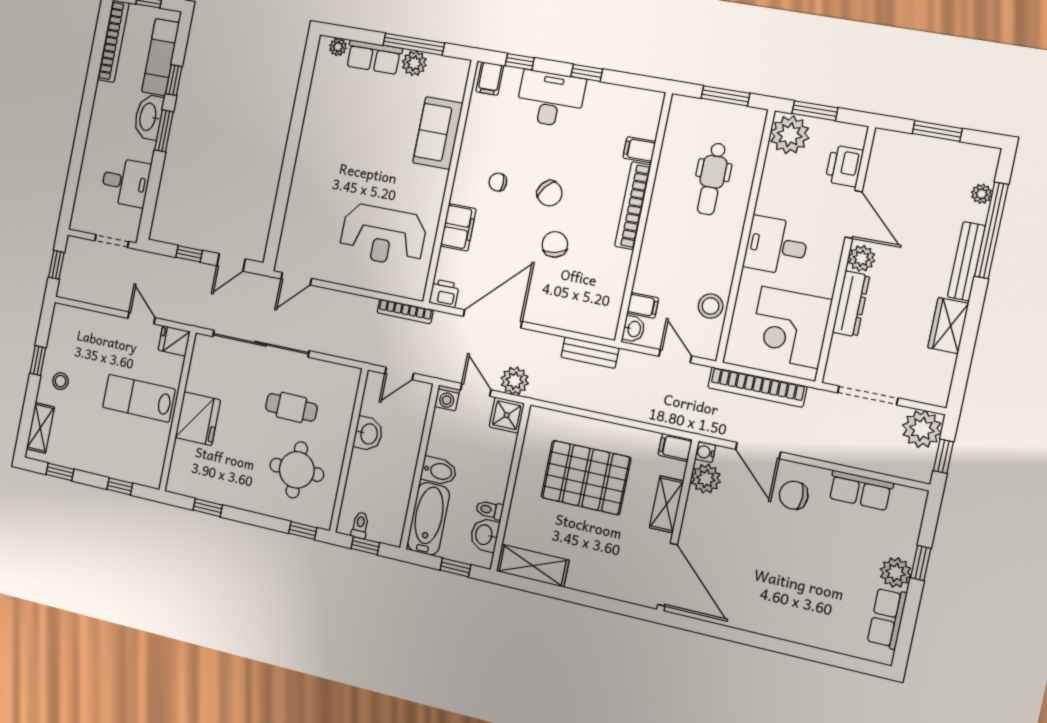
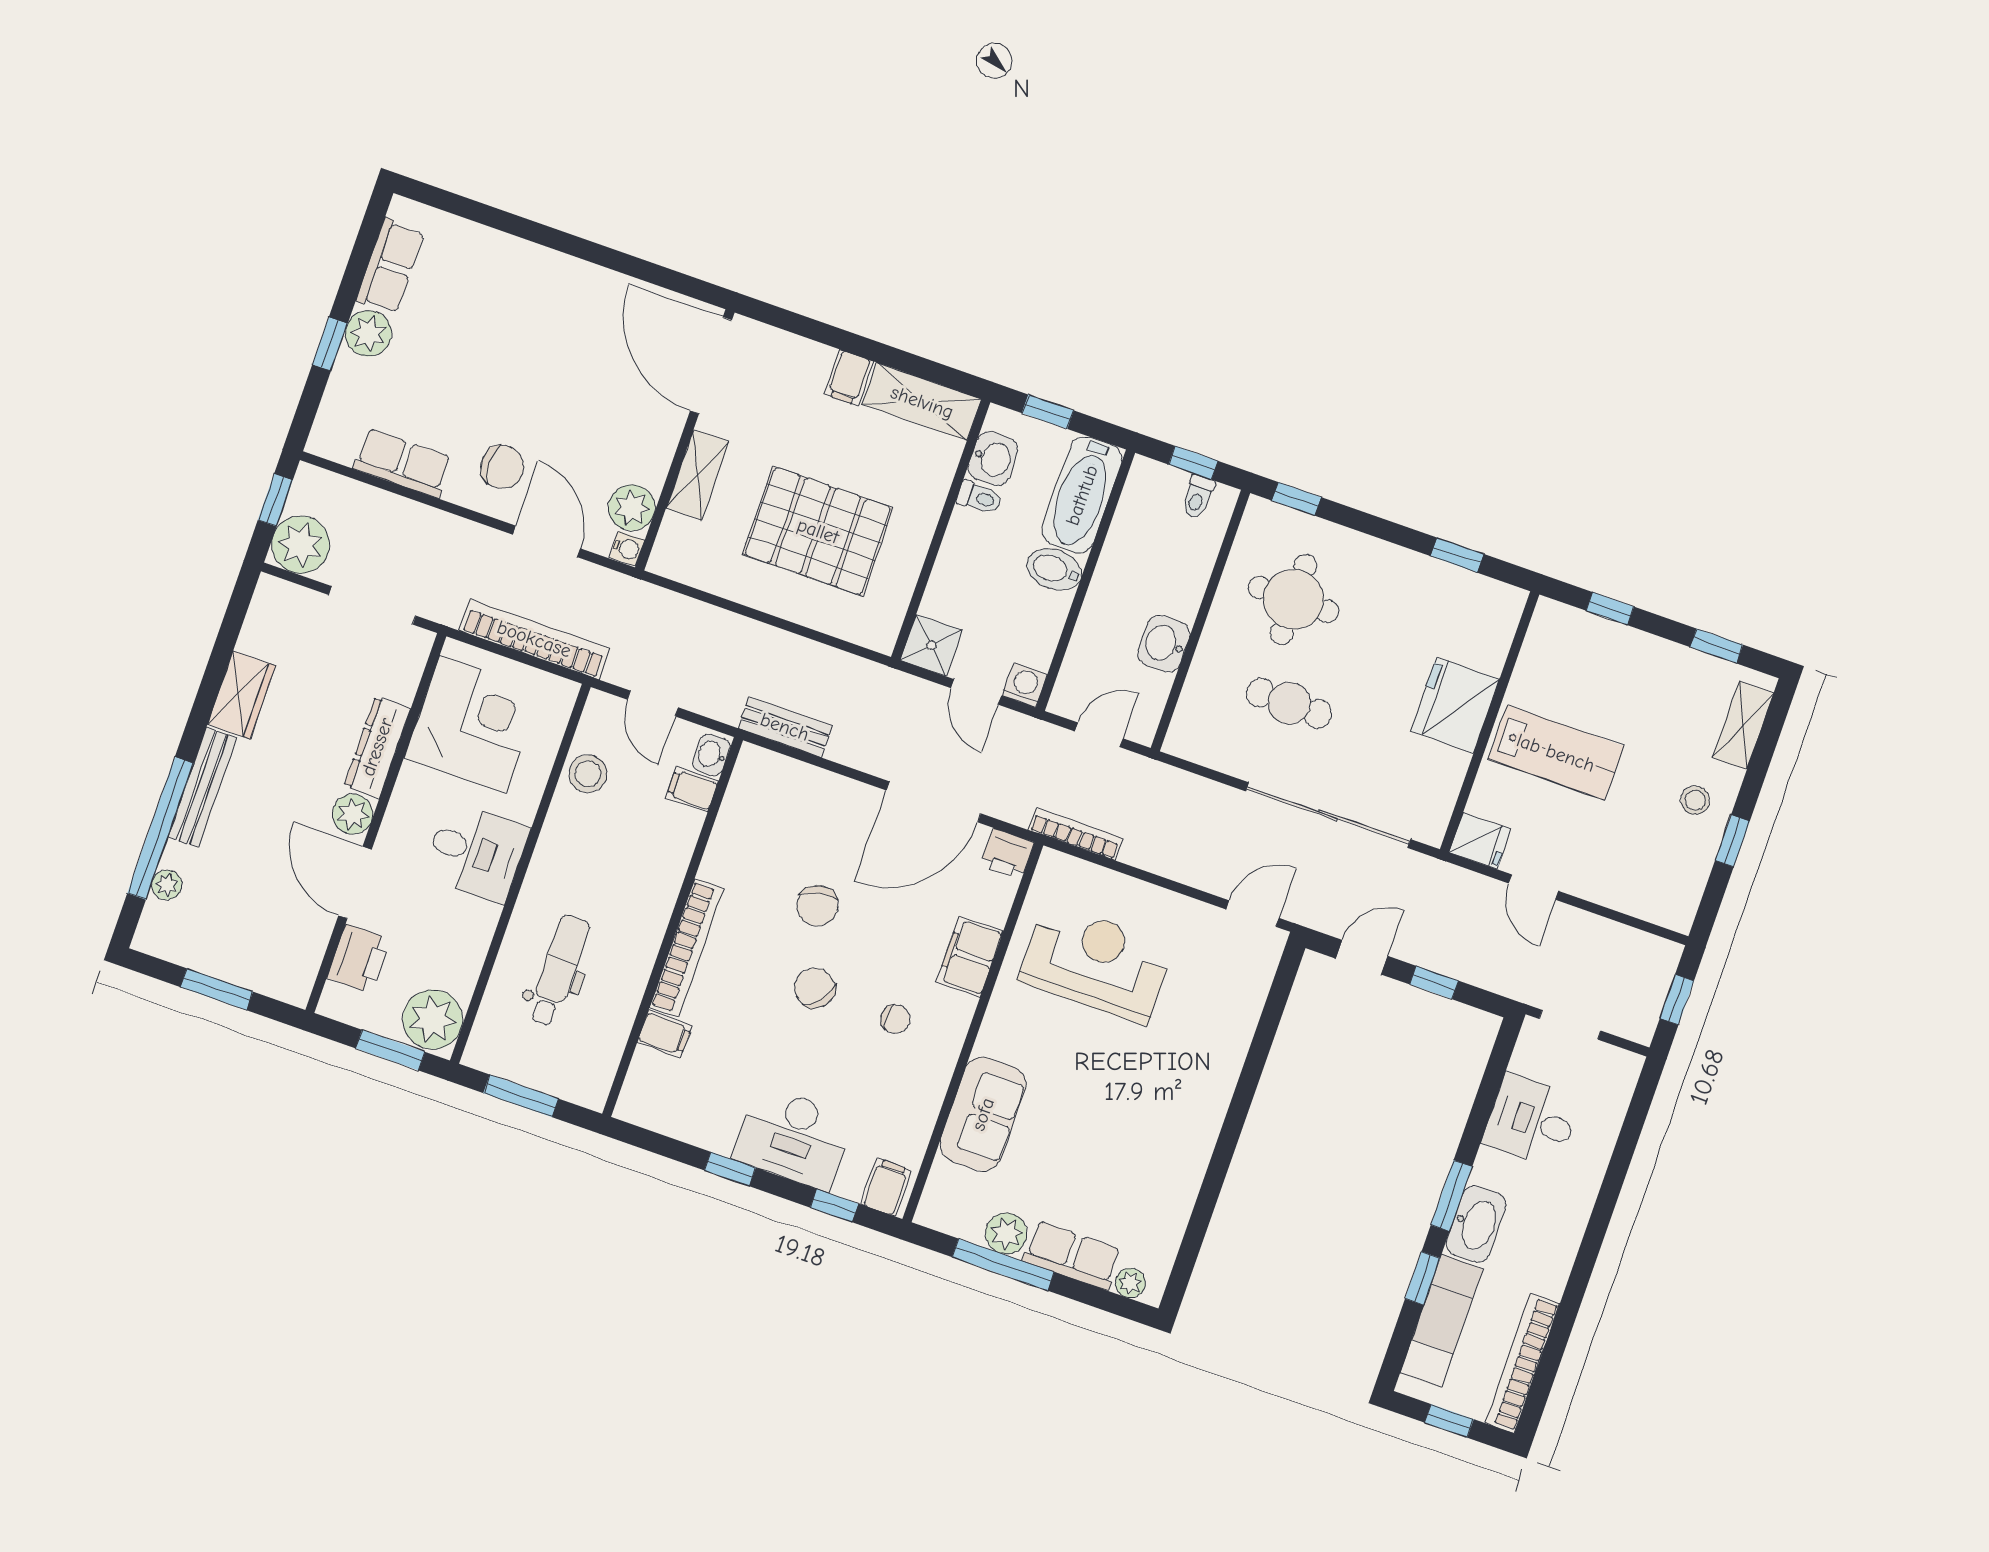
plant: (515, 381) -> (911, 698), removed
filing cabinet: (675, 447) -> (849, 378), moved, turned 90

